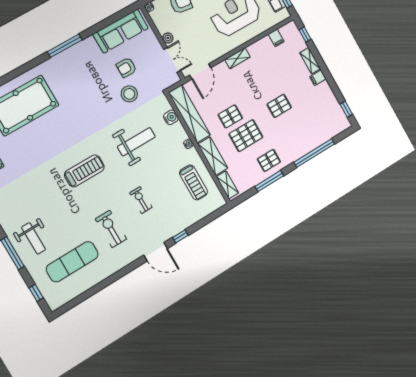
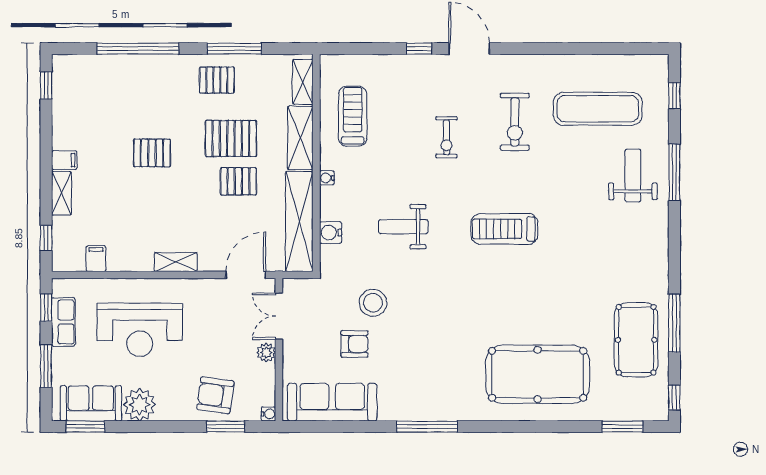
weight bench: (136, 142) -> (403, 227), width x0.73, depth x0.75

